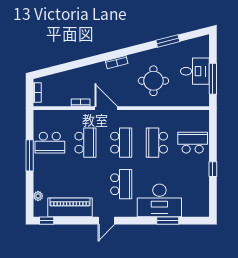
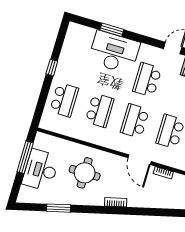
desk: (195, 71) -> (41, 170), width x1.37
school desk: (193, 143) -> (64, 100), turned -90

